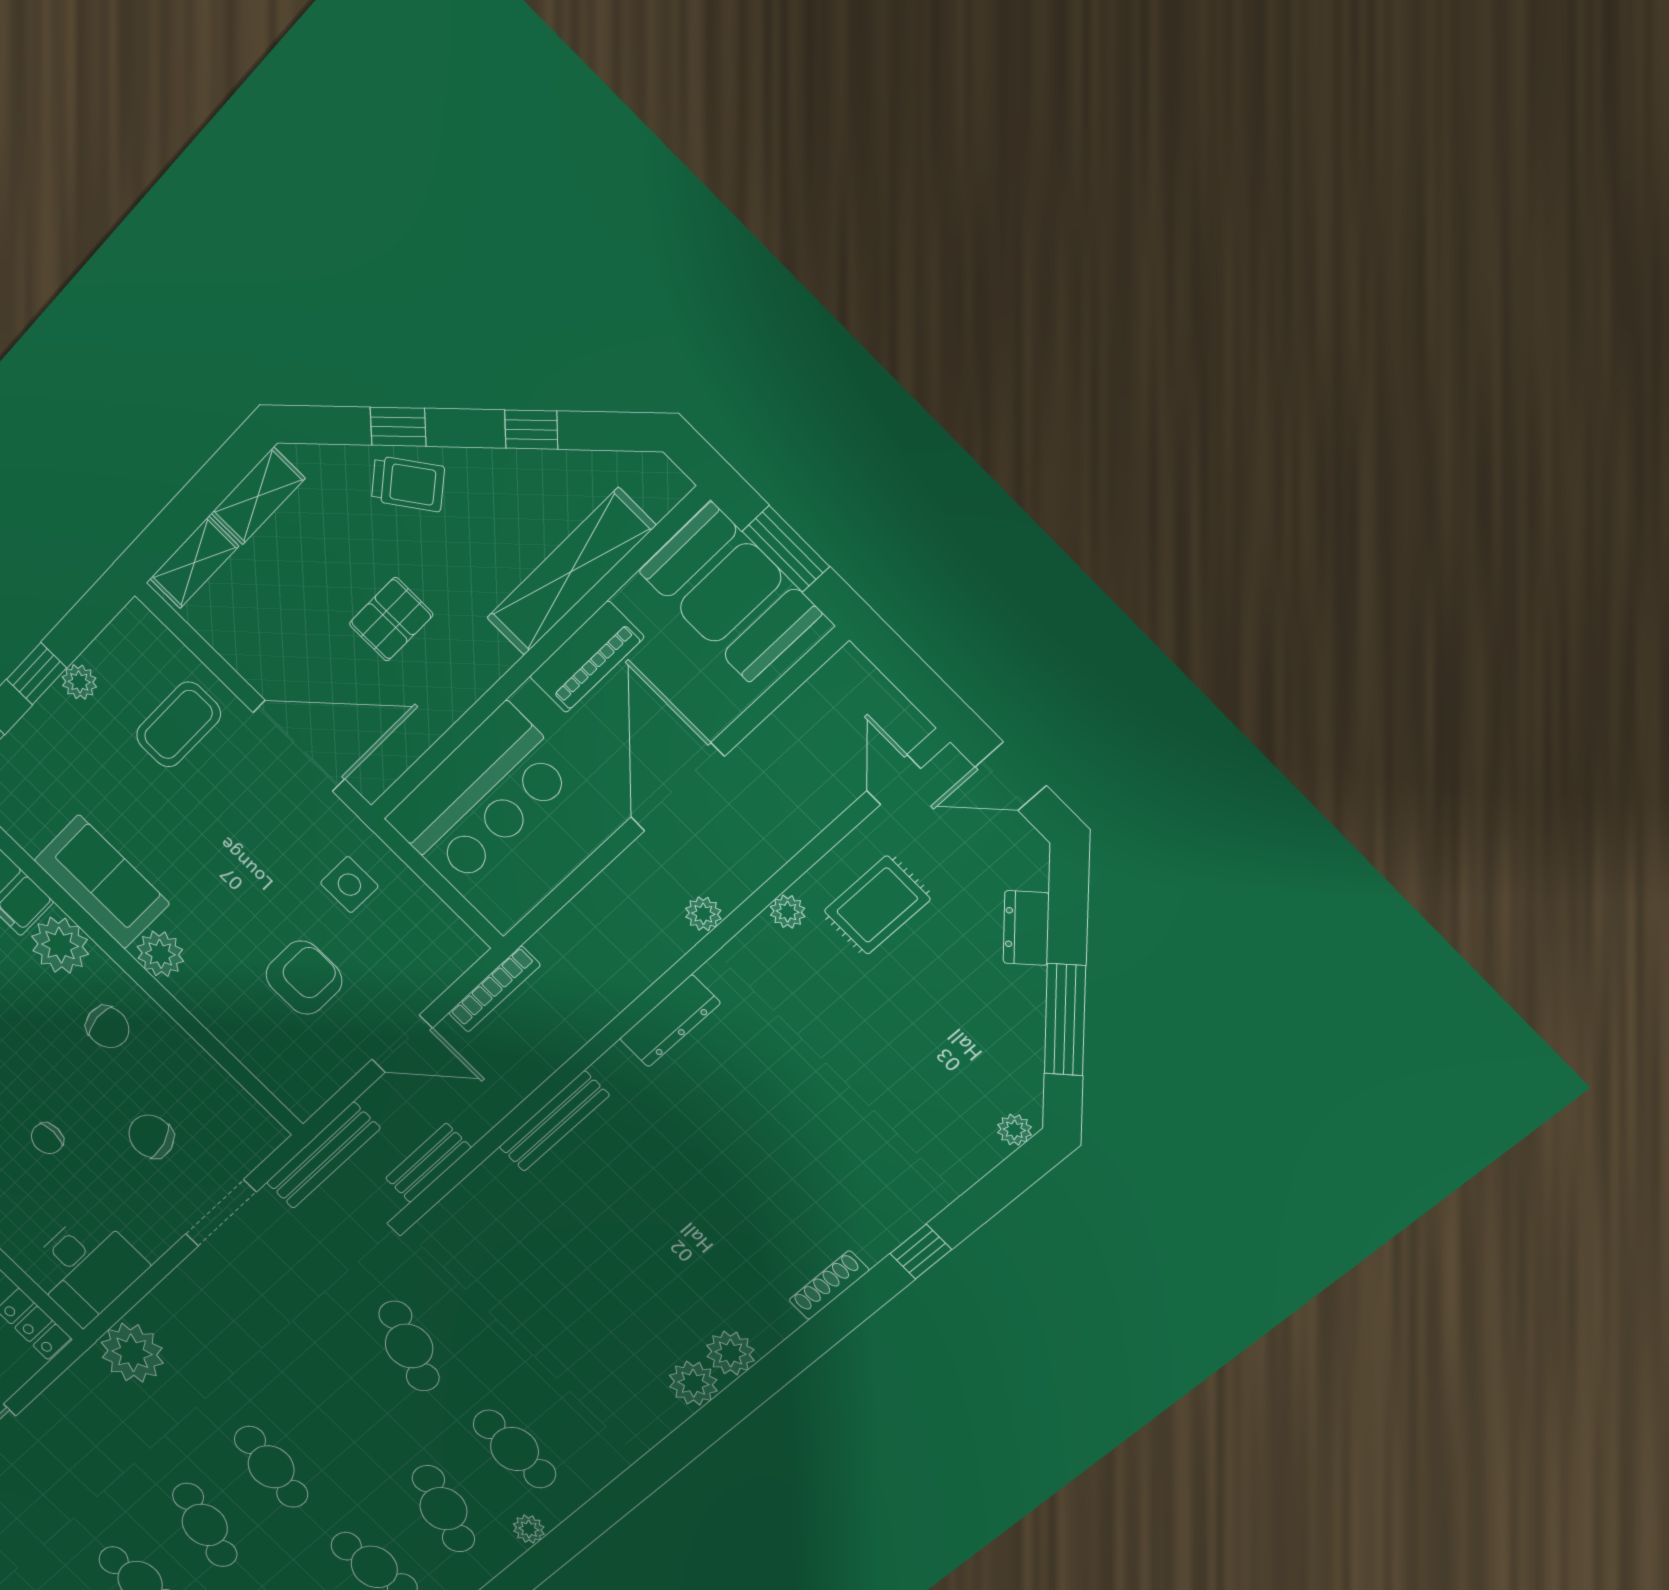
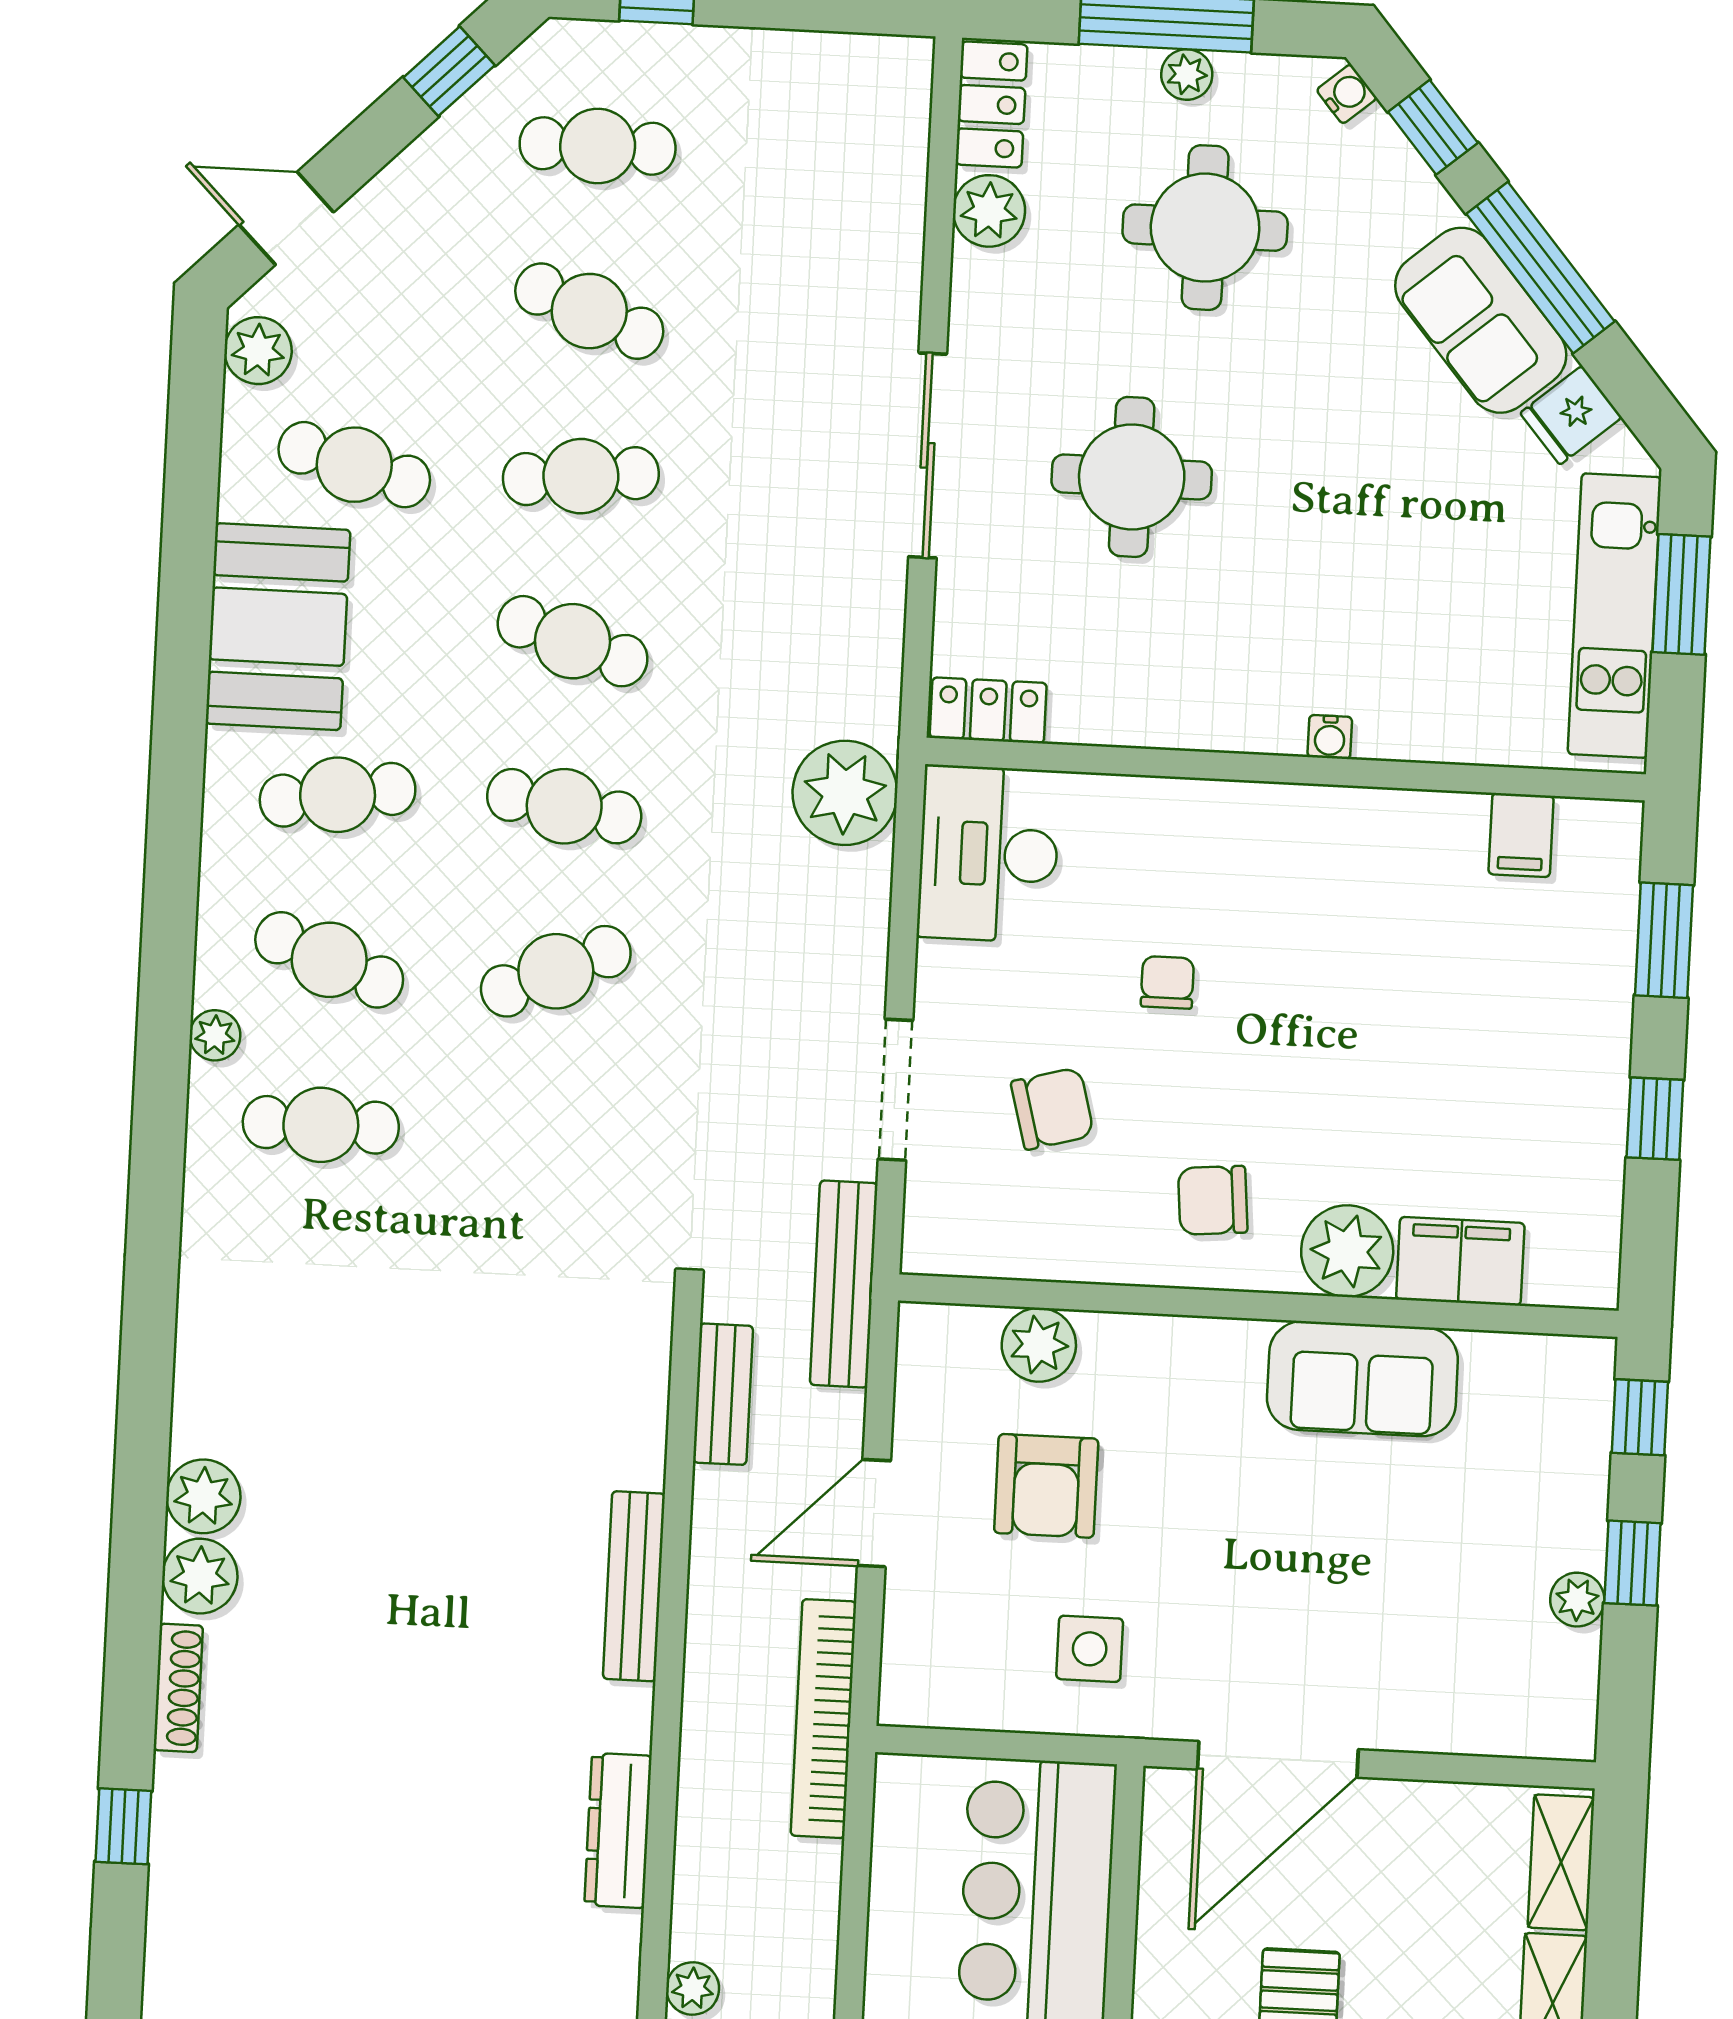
coffee table: (178, 724) -> (1428, 1656), removed
plant: (160, 954) -> (1039, 1345), moved
bookcase: (494, 989) -> (823, 1719), width x1.48, depth x1.31
cafe table: (409, 1346) -> (556, 971), moved, turned -48
plant: (693, 1383) -> (200, 1576), moved

